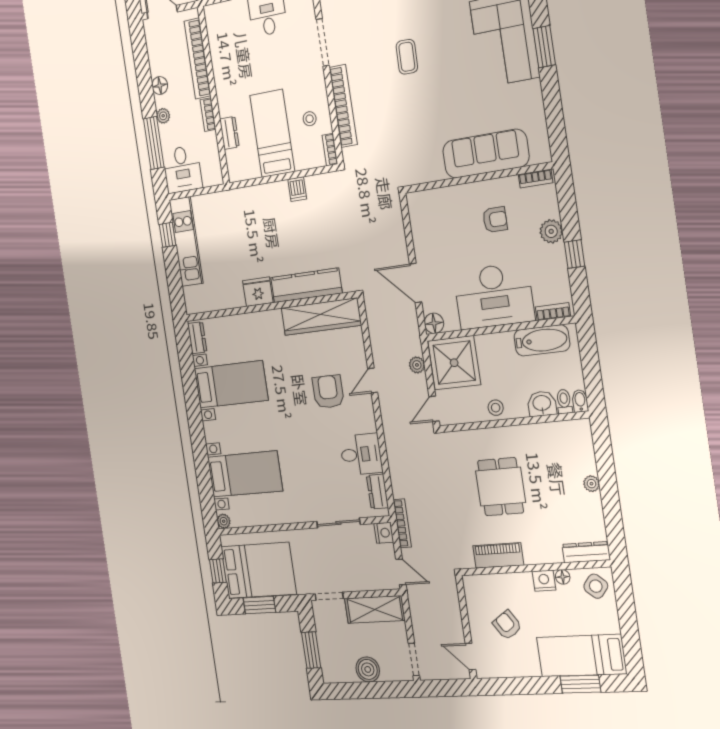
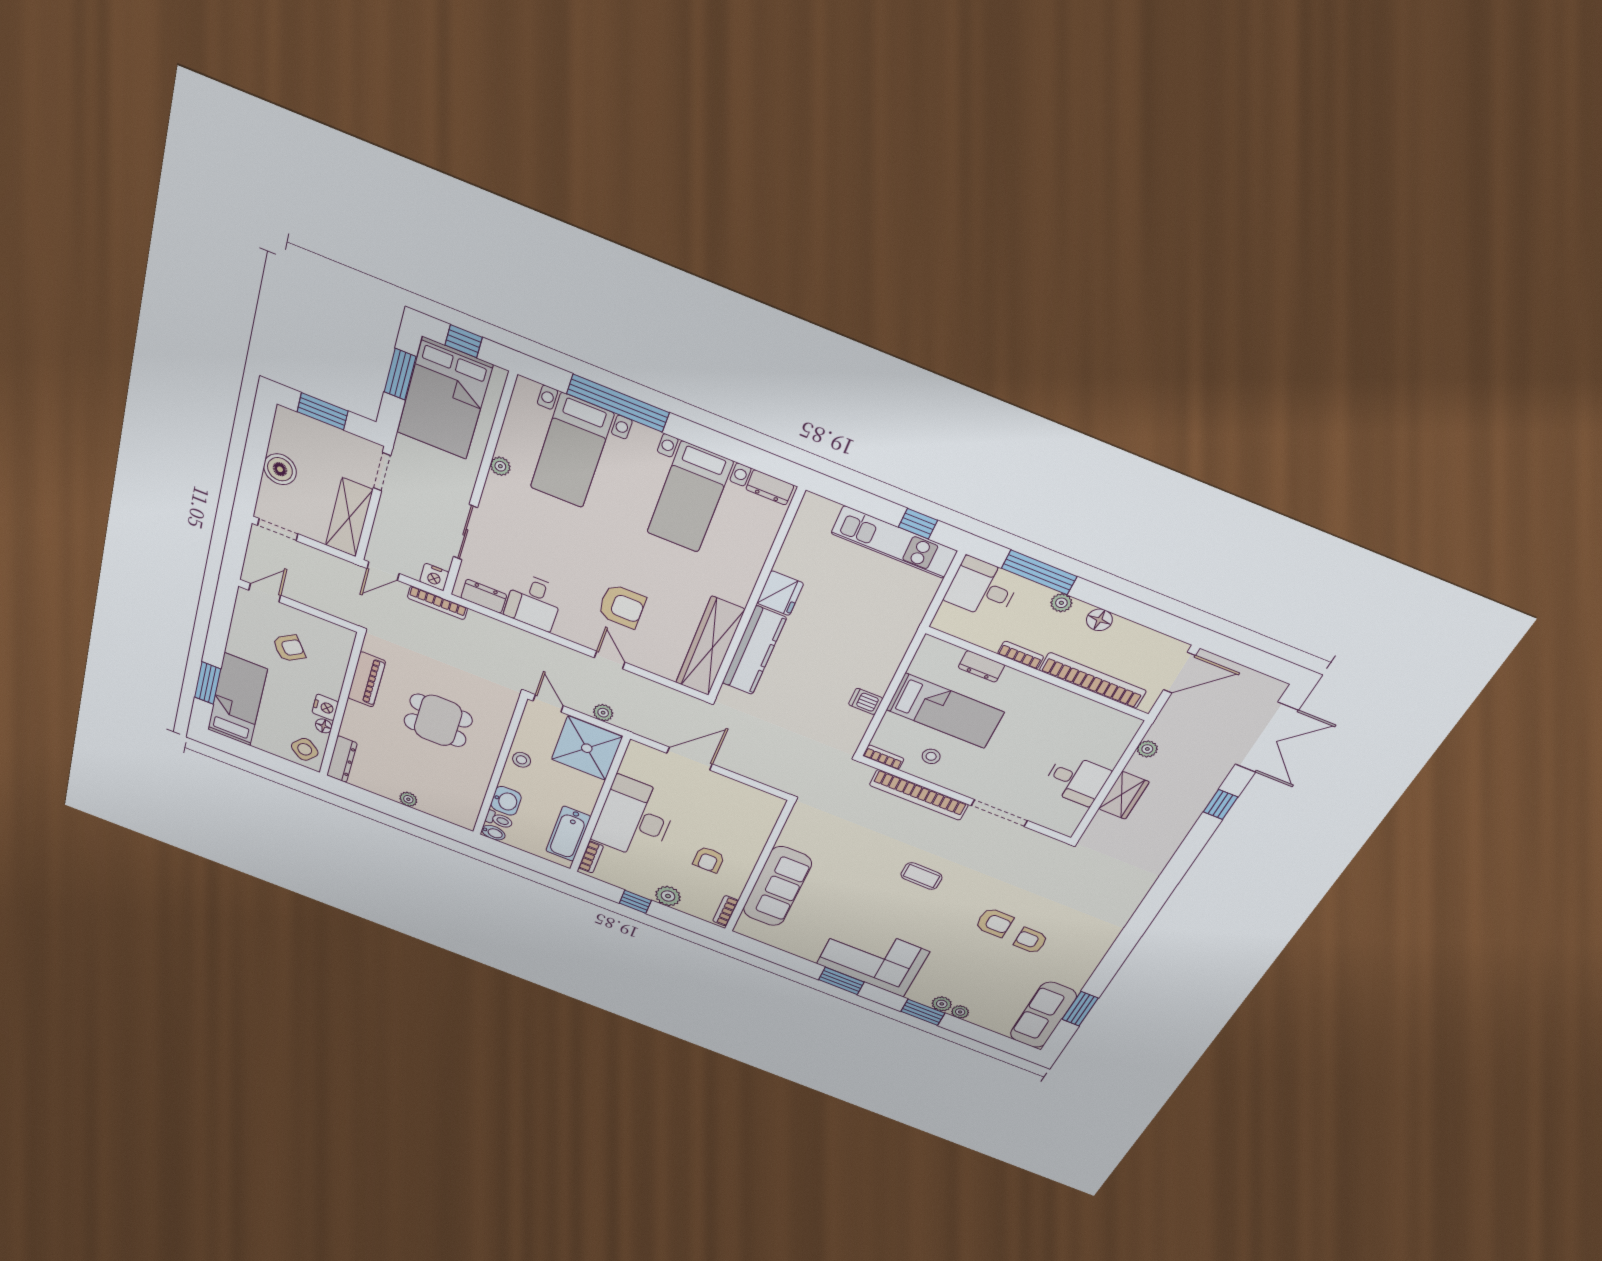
floor lamp: (434, 323) -> (638, 752), removed
window: (201, 458) -> (618, 403), added
plant: (224, 521) -> (500, 466), moved

